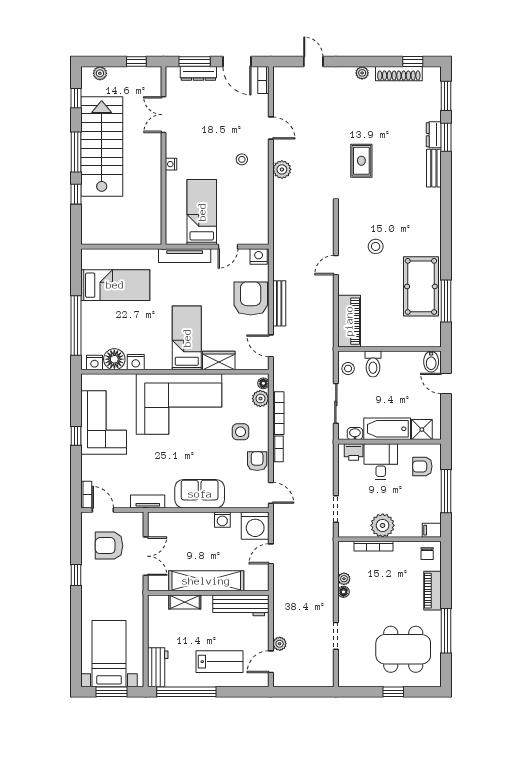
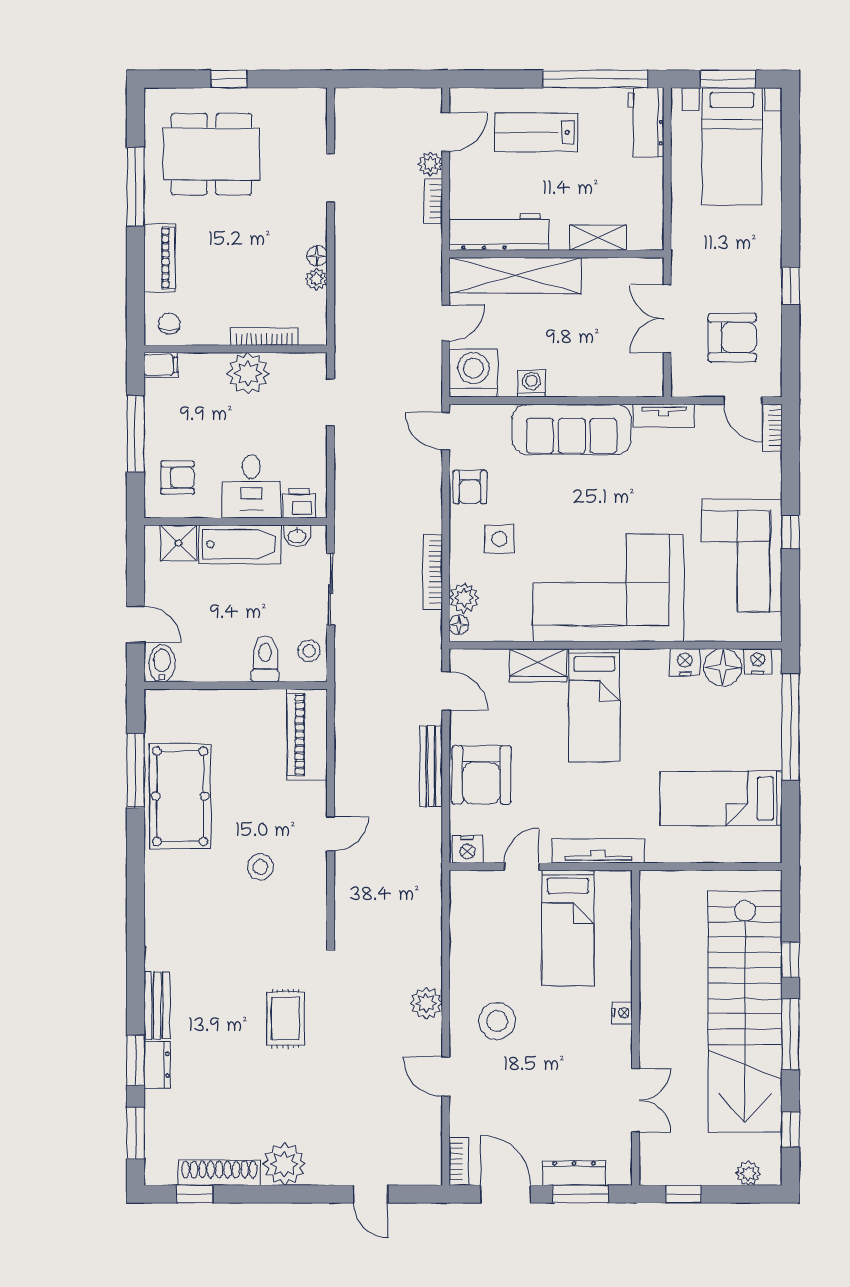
plant: (362, 73) -> (284, 1164), width x1.88, depth x1.88
stairs: (102, 146) -> (745, 1012), width x1.36
stool: (242, 159) -> (497, 1021), width x1.89, depth x1.89
bookcase: (278, 449) -> (433, 201), moved
sofa: (200, 494) -> (572, 429), width x1.36
shelving: (206, 581) -> (515, 275), moved

